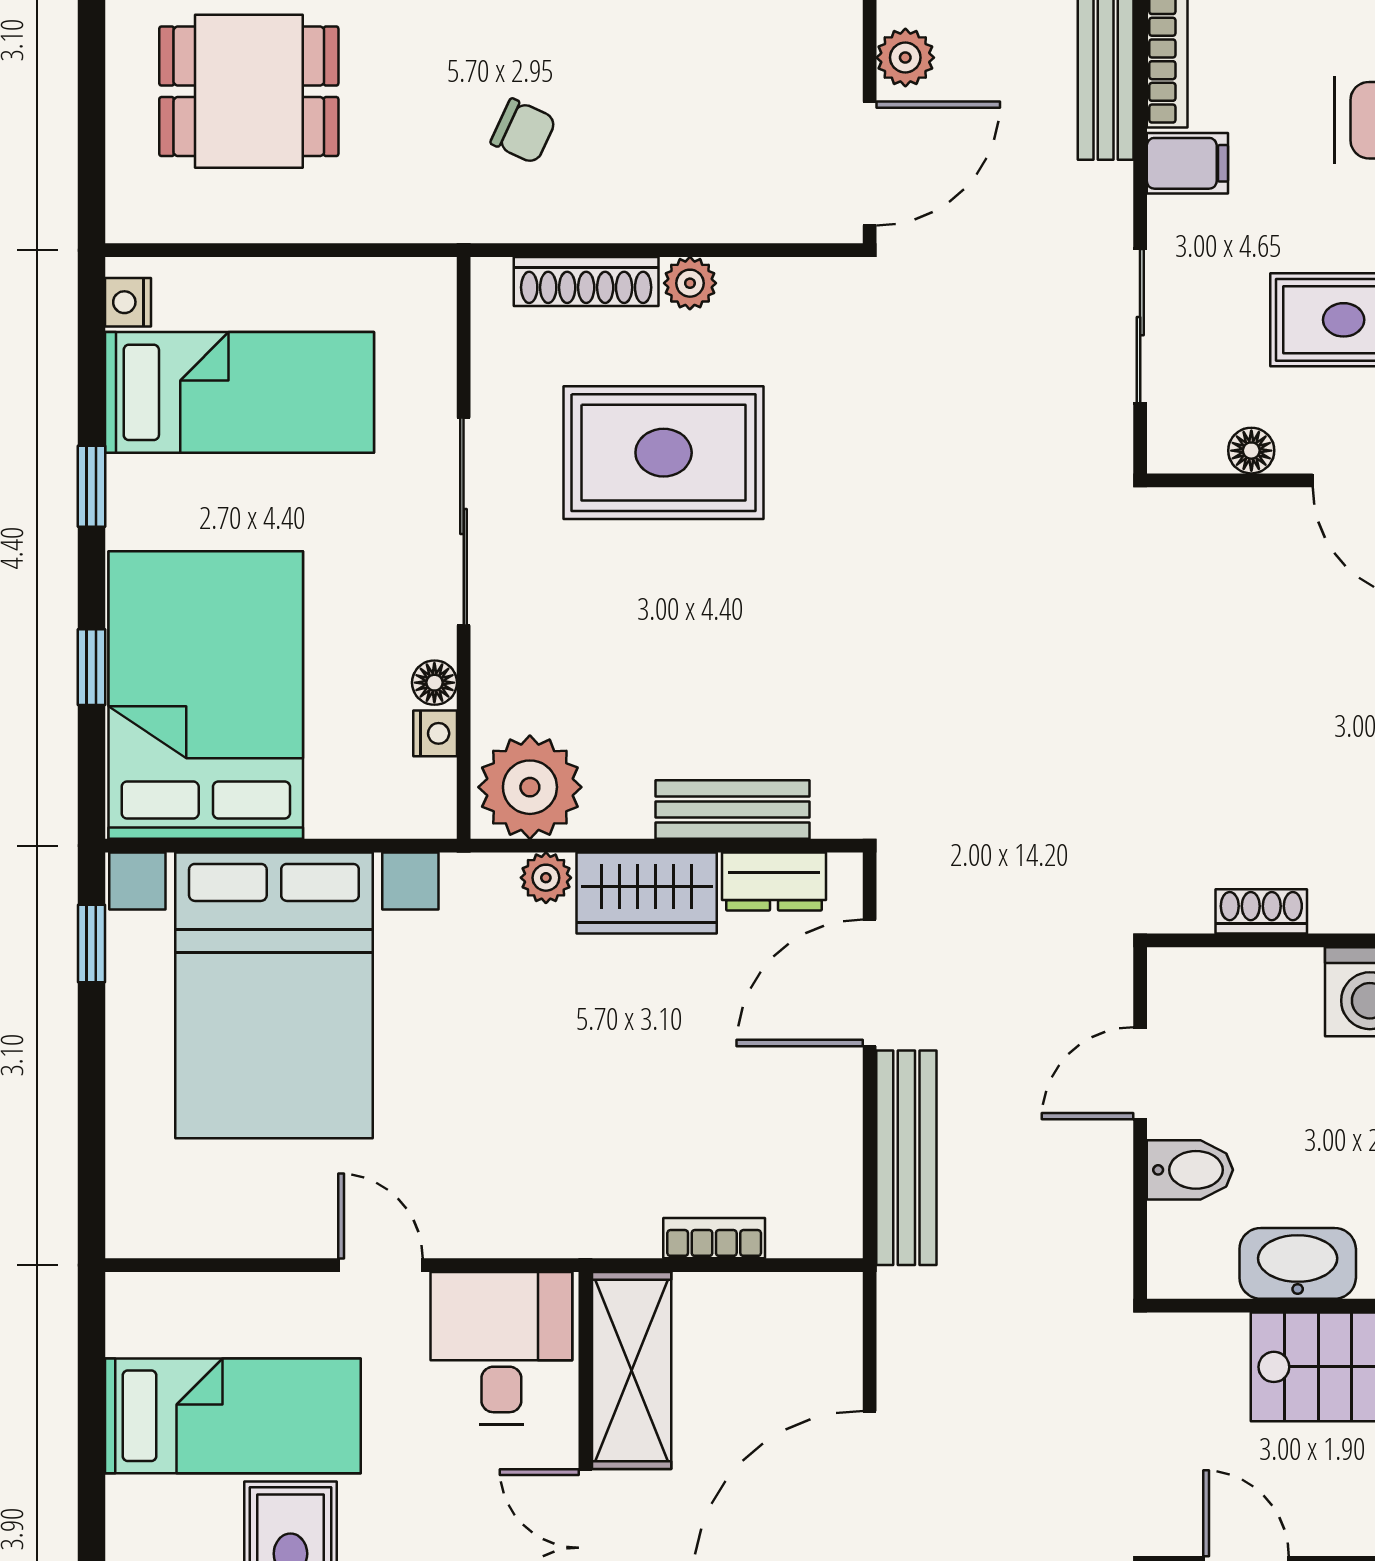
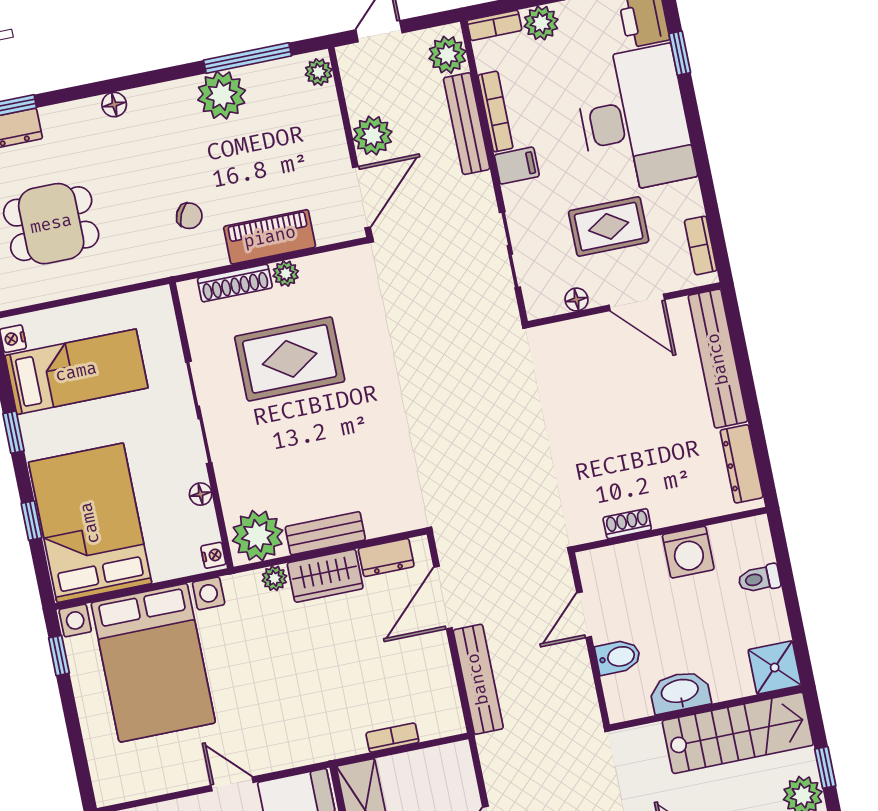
plant: (905, 58) -> (373, 136), width x1.38, depth x1.38
piano: (673, 205) -> (270, 237), added
nightstand: (435, 733) -> (213, 555), moved
bench: (732, 810) -> (325, 533), moved

